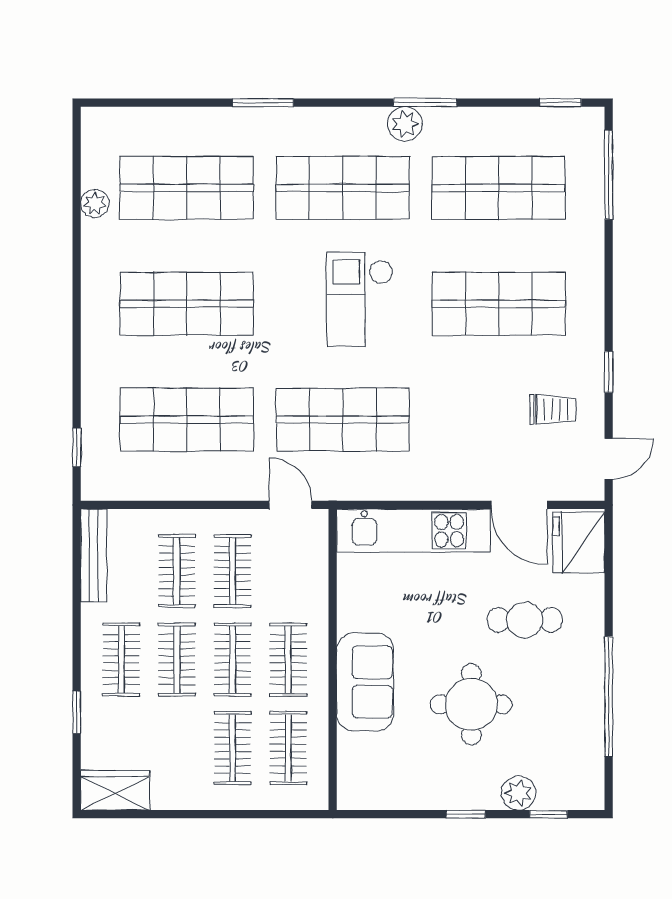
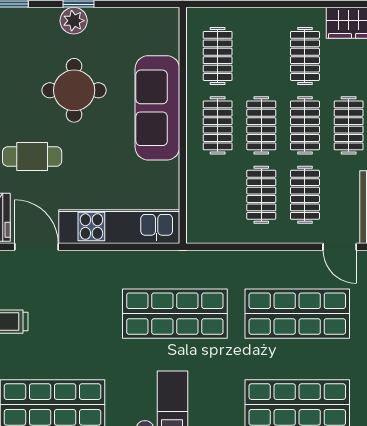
door: (291, 505) -> (340, 247), moved
sofa: (365, 682) -> (157, 108), width x1.36
clothes rail: (233, 748) -> (305, 56), moved
plant: (518, 793) -> (74, 21), moved

